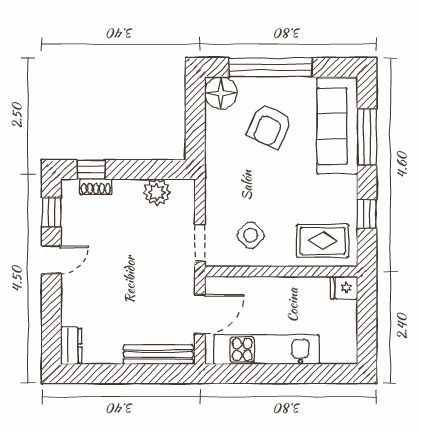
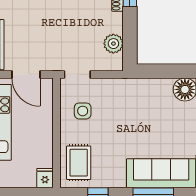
armchair: (269, 126) -> (161, 124), removed
side table: (251, 235) -> (83, 111), turned 45

